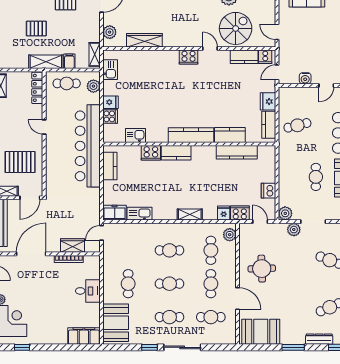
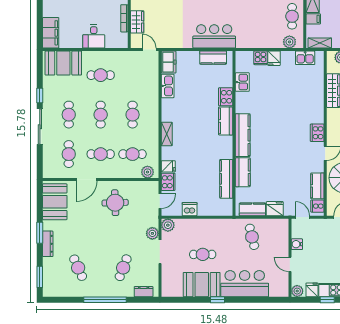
bar counter: (88, 146) -> (214, 36), width x0.54
dresser: (319, 339) -> (48, 244), moved

